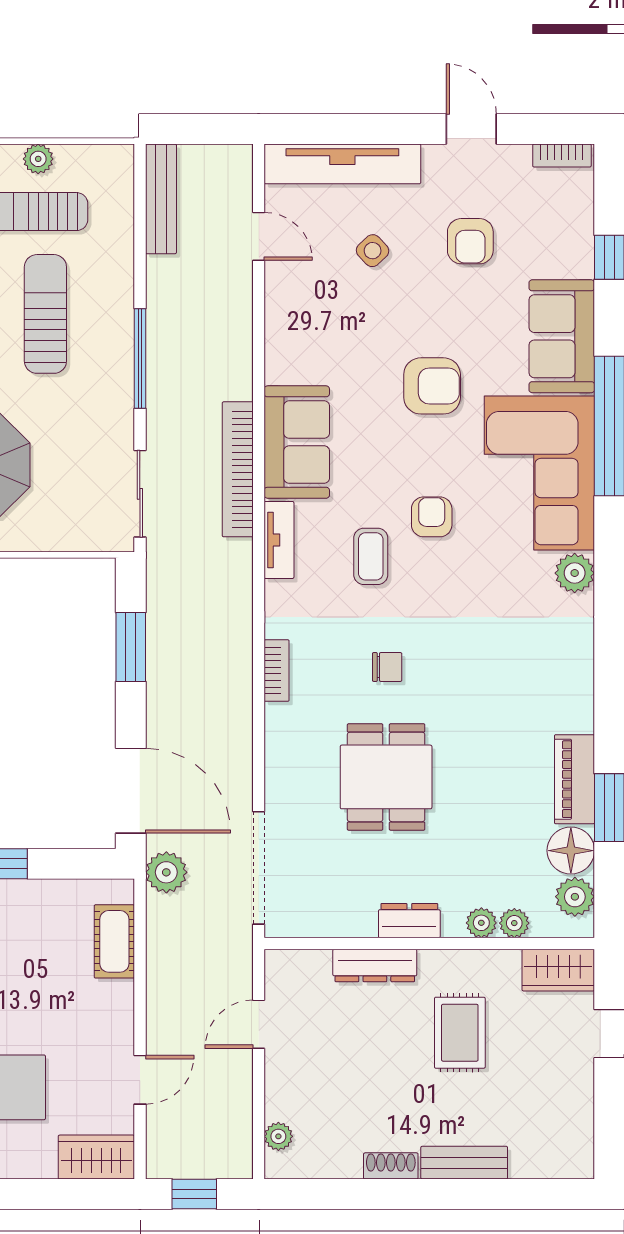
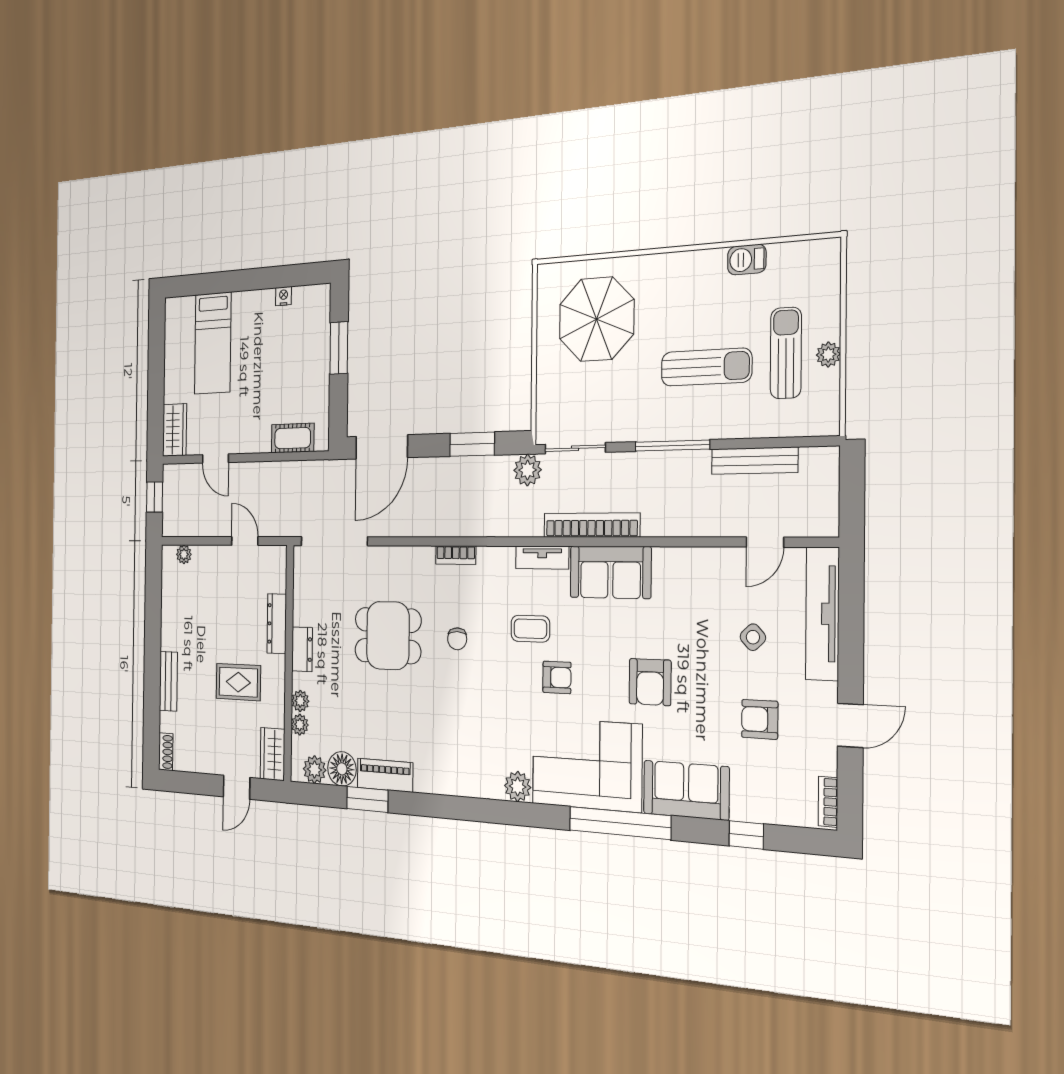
bench: (161, 199) -> (754, 461), moved
plant: (166, 872) -> (528, 470), moved
shoe rack: (391, 1166) -> (166, 752), moved

